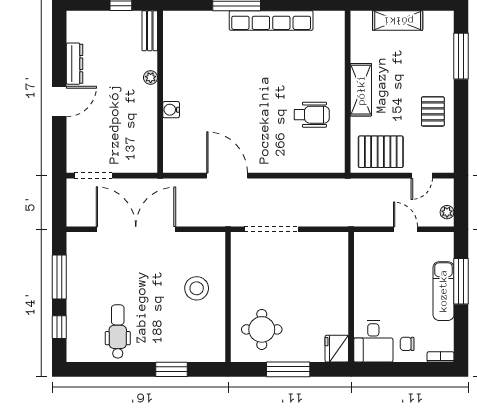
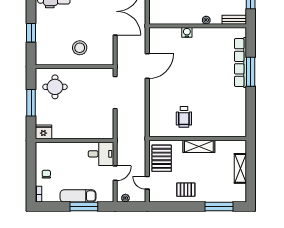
row of seats: (271, 20) -> (240, 63), moved
desk: (373, 341) -> (101, 154), moved, turned 180

